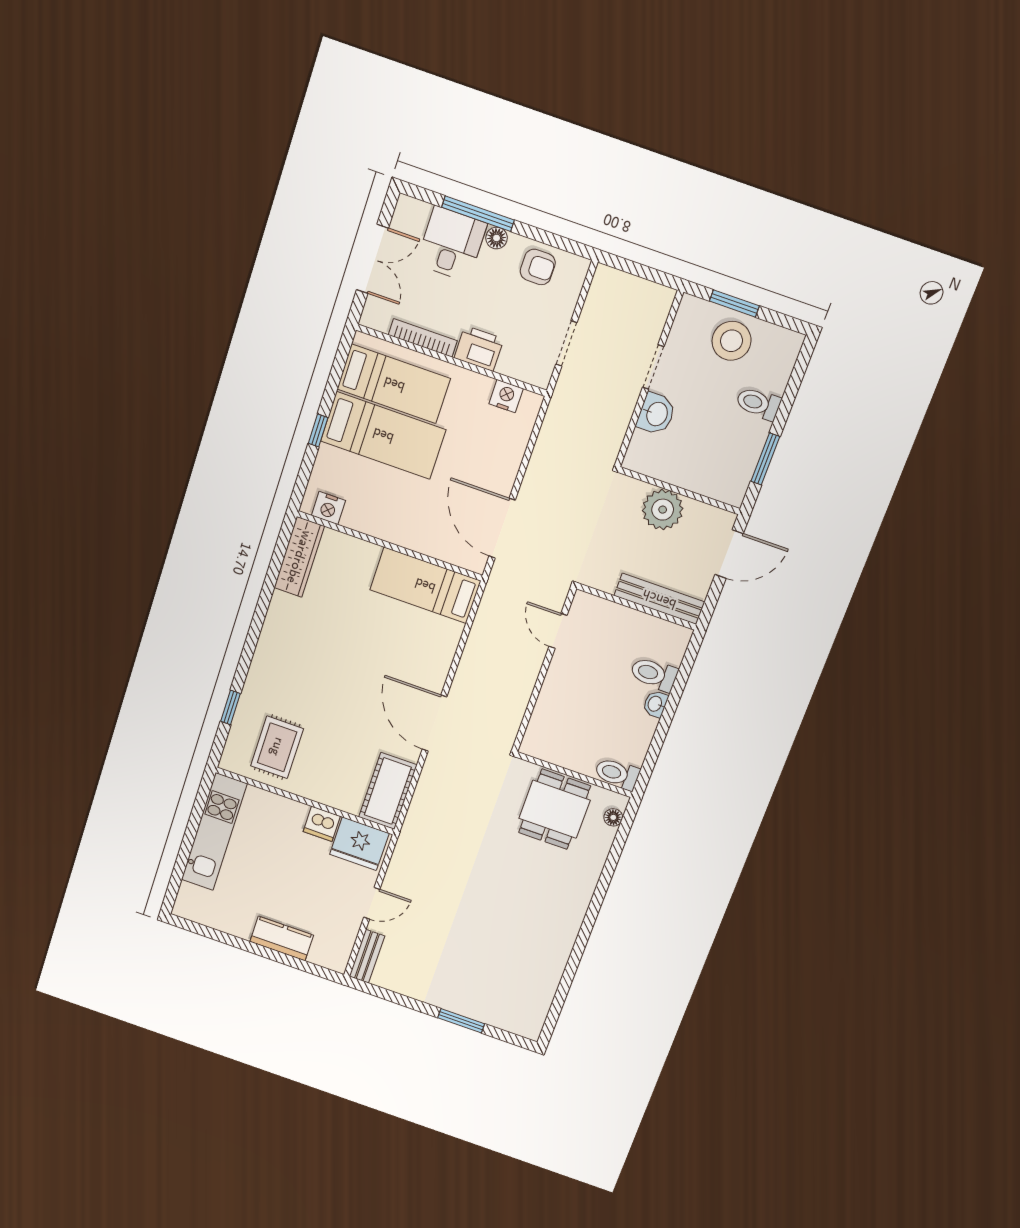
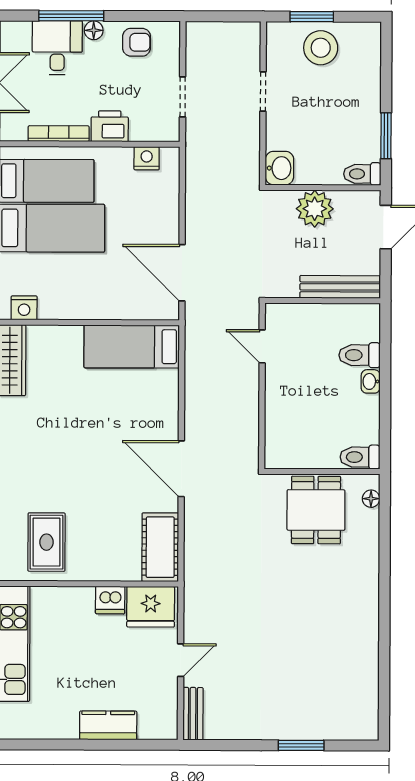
toilet: (758, 403) -> (362, 174), moved
washbasin: (656, 414) -> (279, 168), moved

